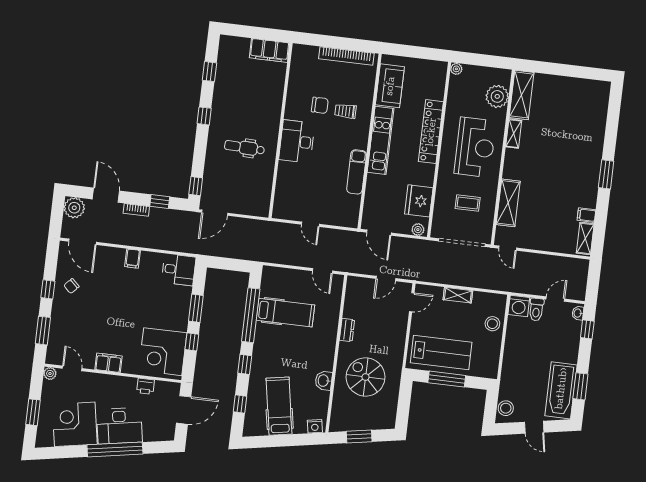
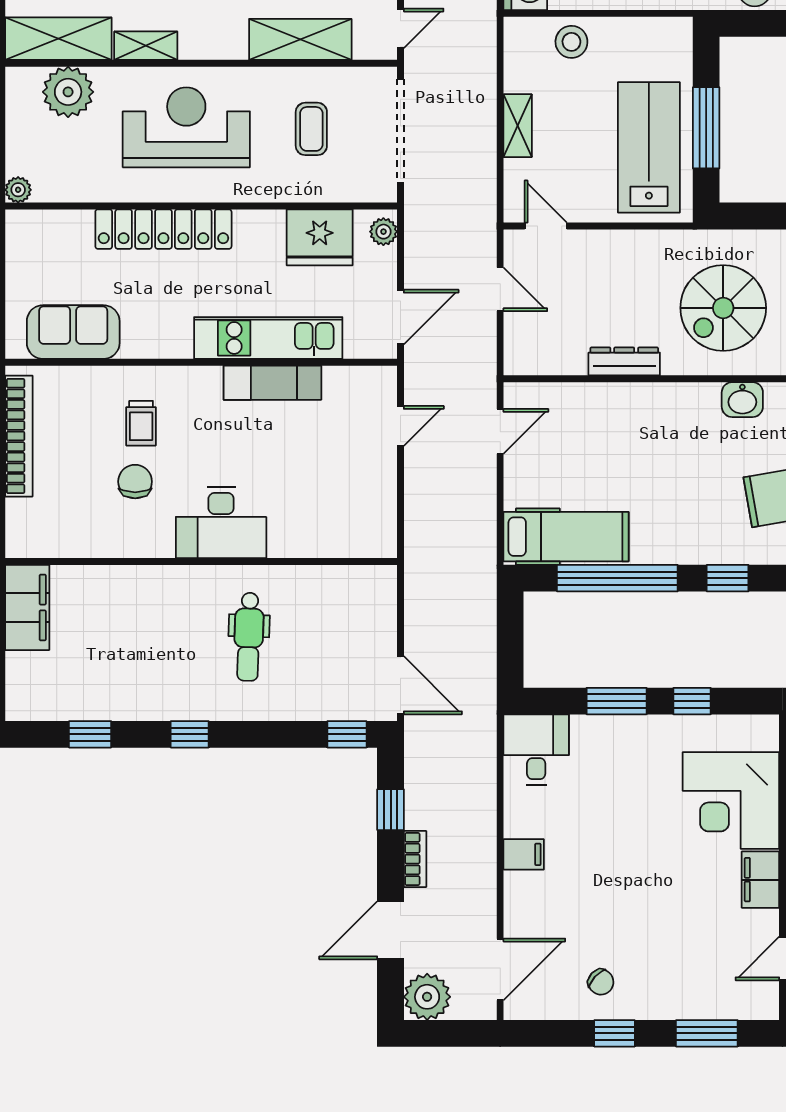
kitchen unit: (381, 140) -> (268, 338), moved
door: (310, 224) -> (400, 426), moved
hospital bed: (285, 313) -> (566, 537), moved, turned 90
dresser: (347, 330) -> (624, 361), width x1.44
corner desk: (163, 352) -> (731, 801), moved, turned 90

